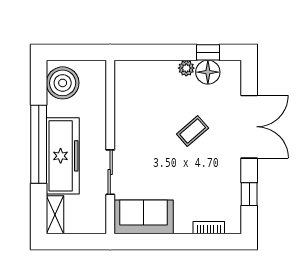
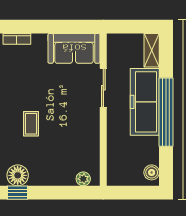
plant: (186, 68) -> (83, 179), moved
boiler: (63, 83) -> (152, 172), width x0.54, depth x0.54
coffee table: (193, 131) -> (31, 124), turned -49

